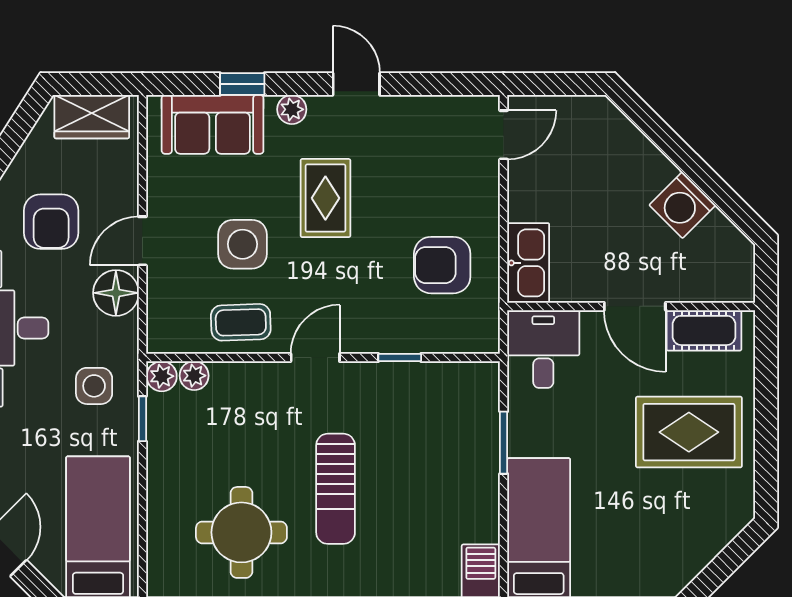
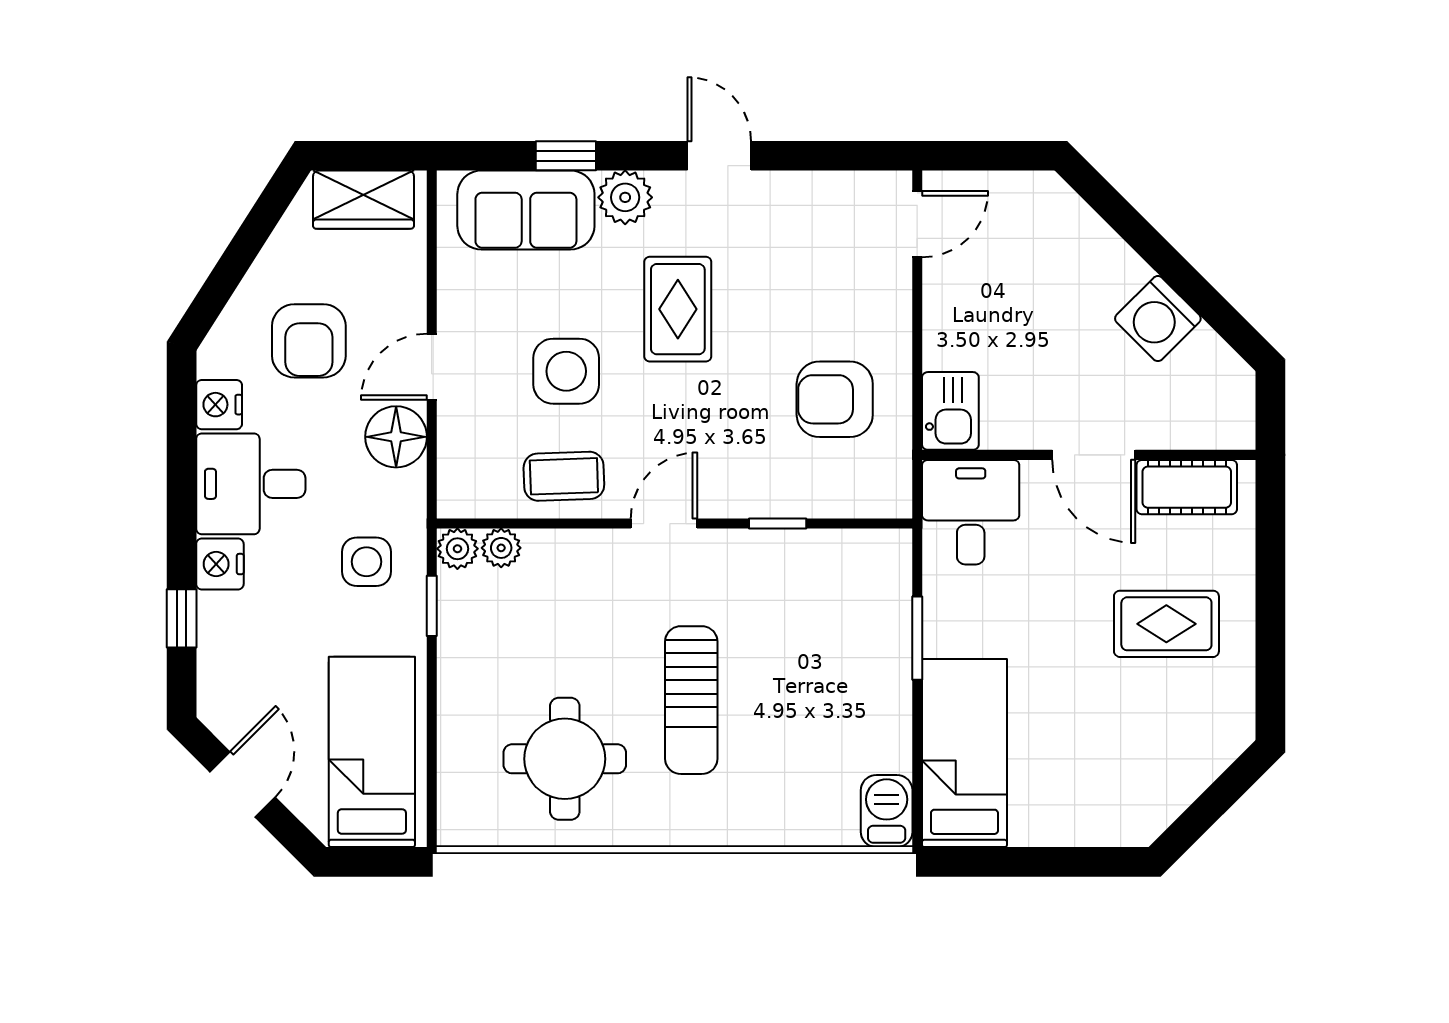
plant: (292, 109) -> (625, 197), width x1.38, depth x1.38
kitchen sink: (528, 263) -> (950, 411), width x0.73
rug: (689, 432) -> (1166, 624), width x0.73, depth x0.70

